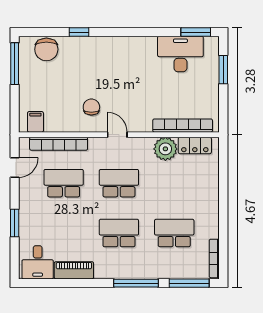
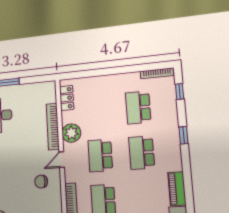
bookcase: (183, 126) -> (53, 127), moved
plant: (165, 149) -> (71, 133), moved
window: (136, 283) -> (183, 135), width x0.46
window: (189, 283) -> (180, 91), width x0.46

